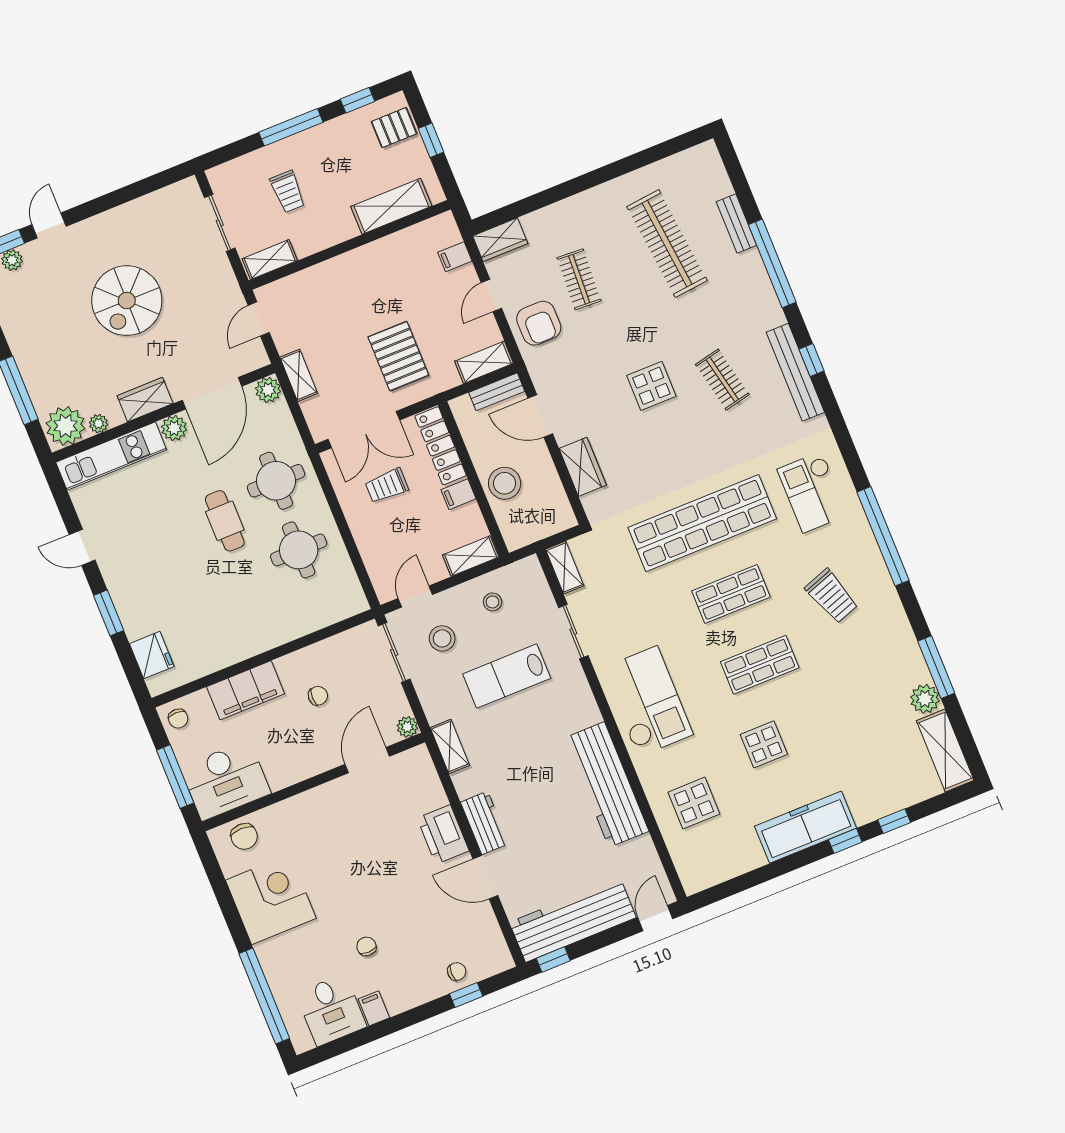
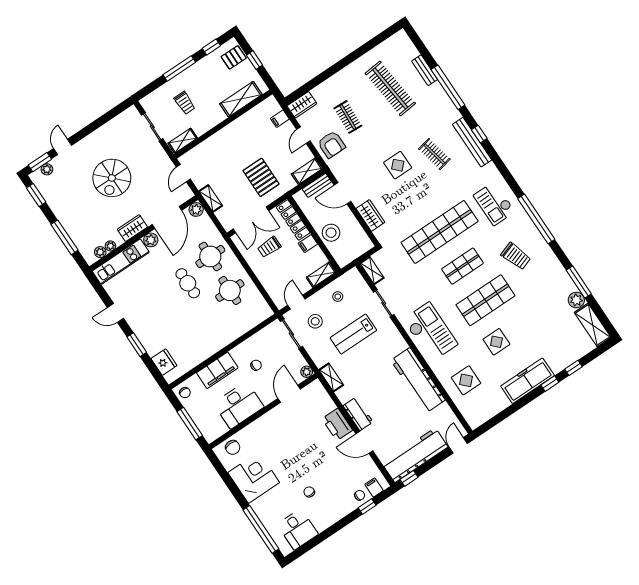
plant: (66, 426) -> (100, 252), width x0.53, depth x0.53
shop shelf: (760, 665) -> (485, 300), width x1.43, depth x1.36
desk: (226, 780) -> (239, 405), moved
filing cabinet: (374, 1008) -> (374, 487), moved

